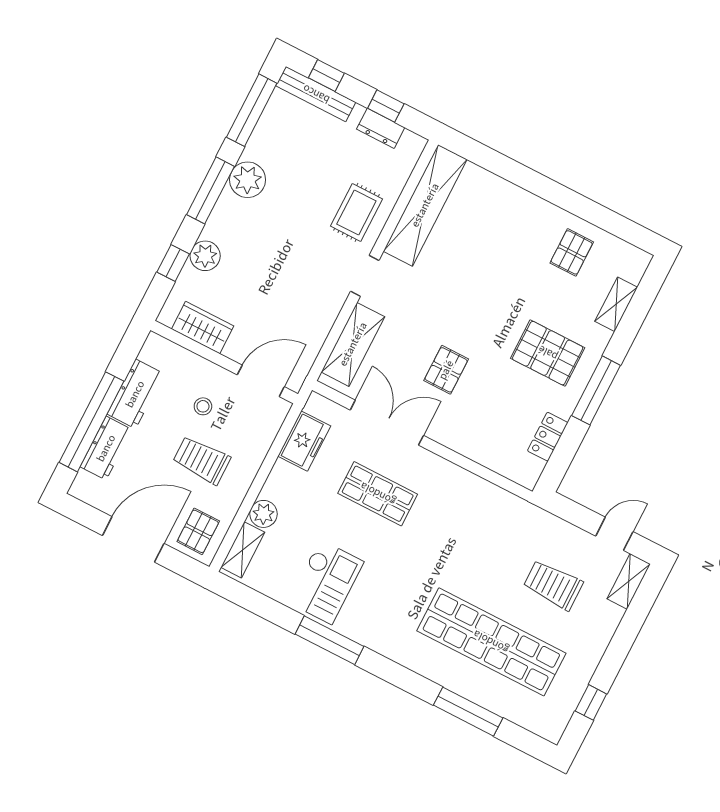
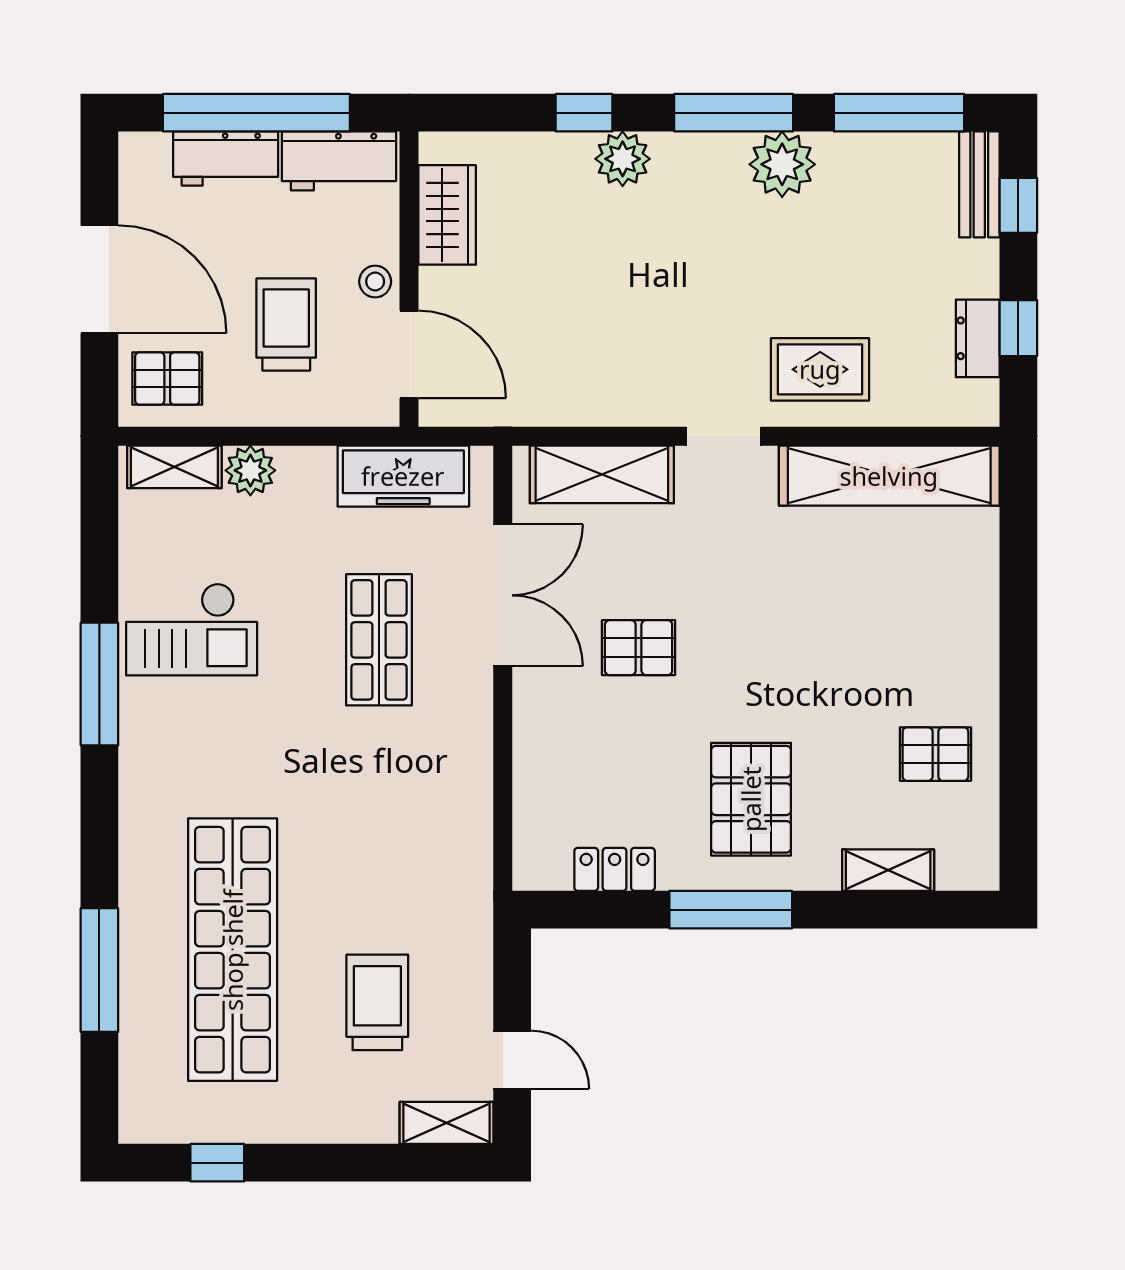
bench: (316, 94) -> (979, 184), width x0.73
wardrobe: (203, 328) -> (447, 215), moved
wall: (224, 362) -> (409, 279), moved
door: (261, 381) -> (409, 354), moved
freezer: (304, 441) -> (403, 476), width x1.40

